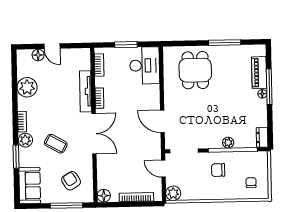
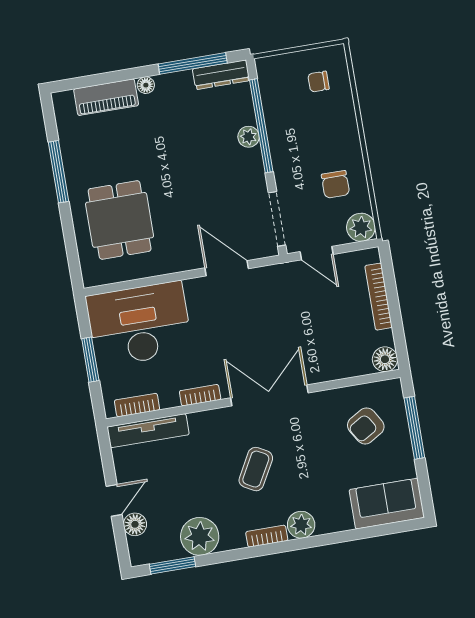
desk: (145, 65) -> (139, 324), width x1.36, depth x1.30
dining table: (195, 70) -> (120, 220), turned 90
window: (269, 87) -> (193, 63), moved
tv unit: (86, 91) -> (148, 431), moved
door: (162, 121) -> (227, 268), swing flipped
dresser: (262, 137) -> (221, 75), width x1.44
coffee table: (56, 144) -> (256, 469), moved
window: (16, 157) -> (173, 565), moved
door: (163, 169) -> (317, 253), hinge flipped
chair: (218, 170) -> (335, 184), moved

